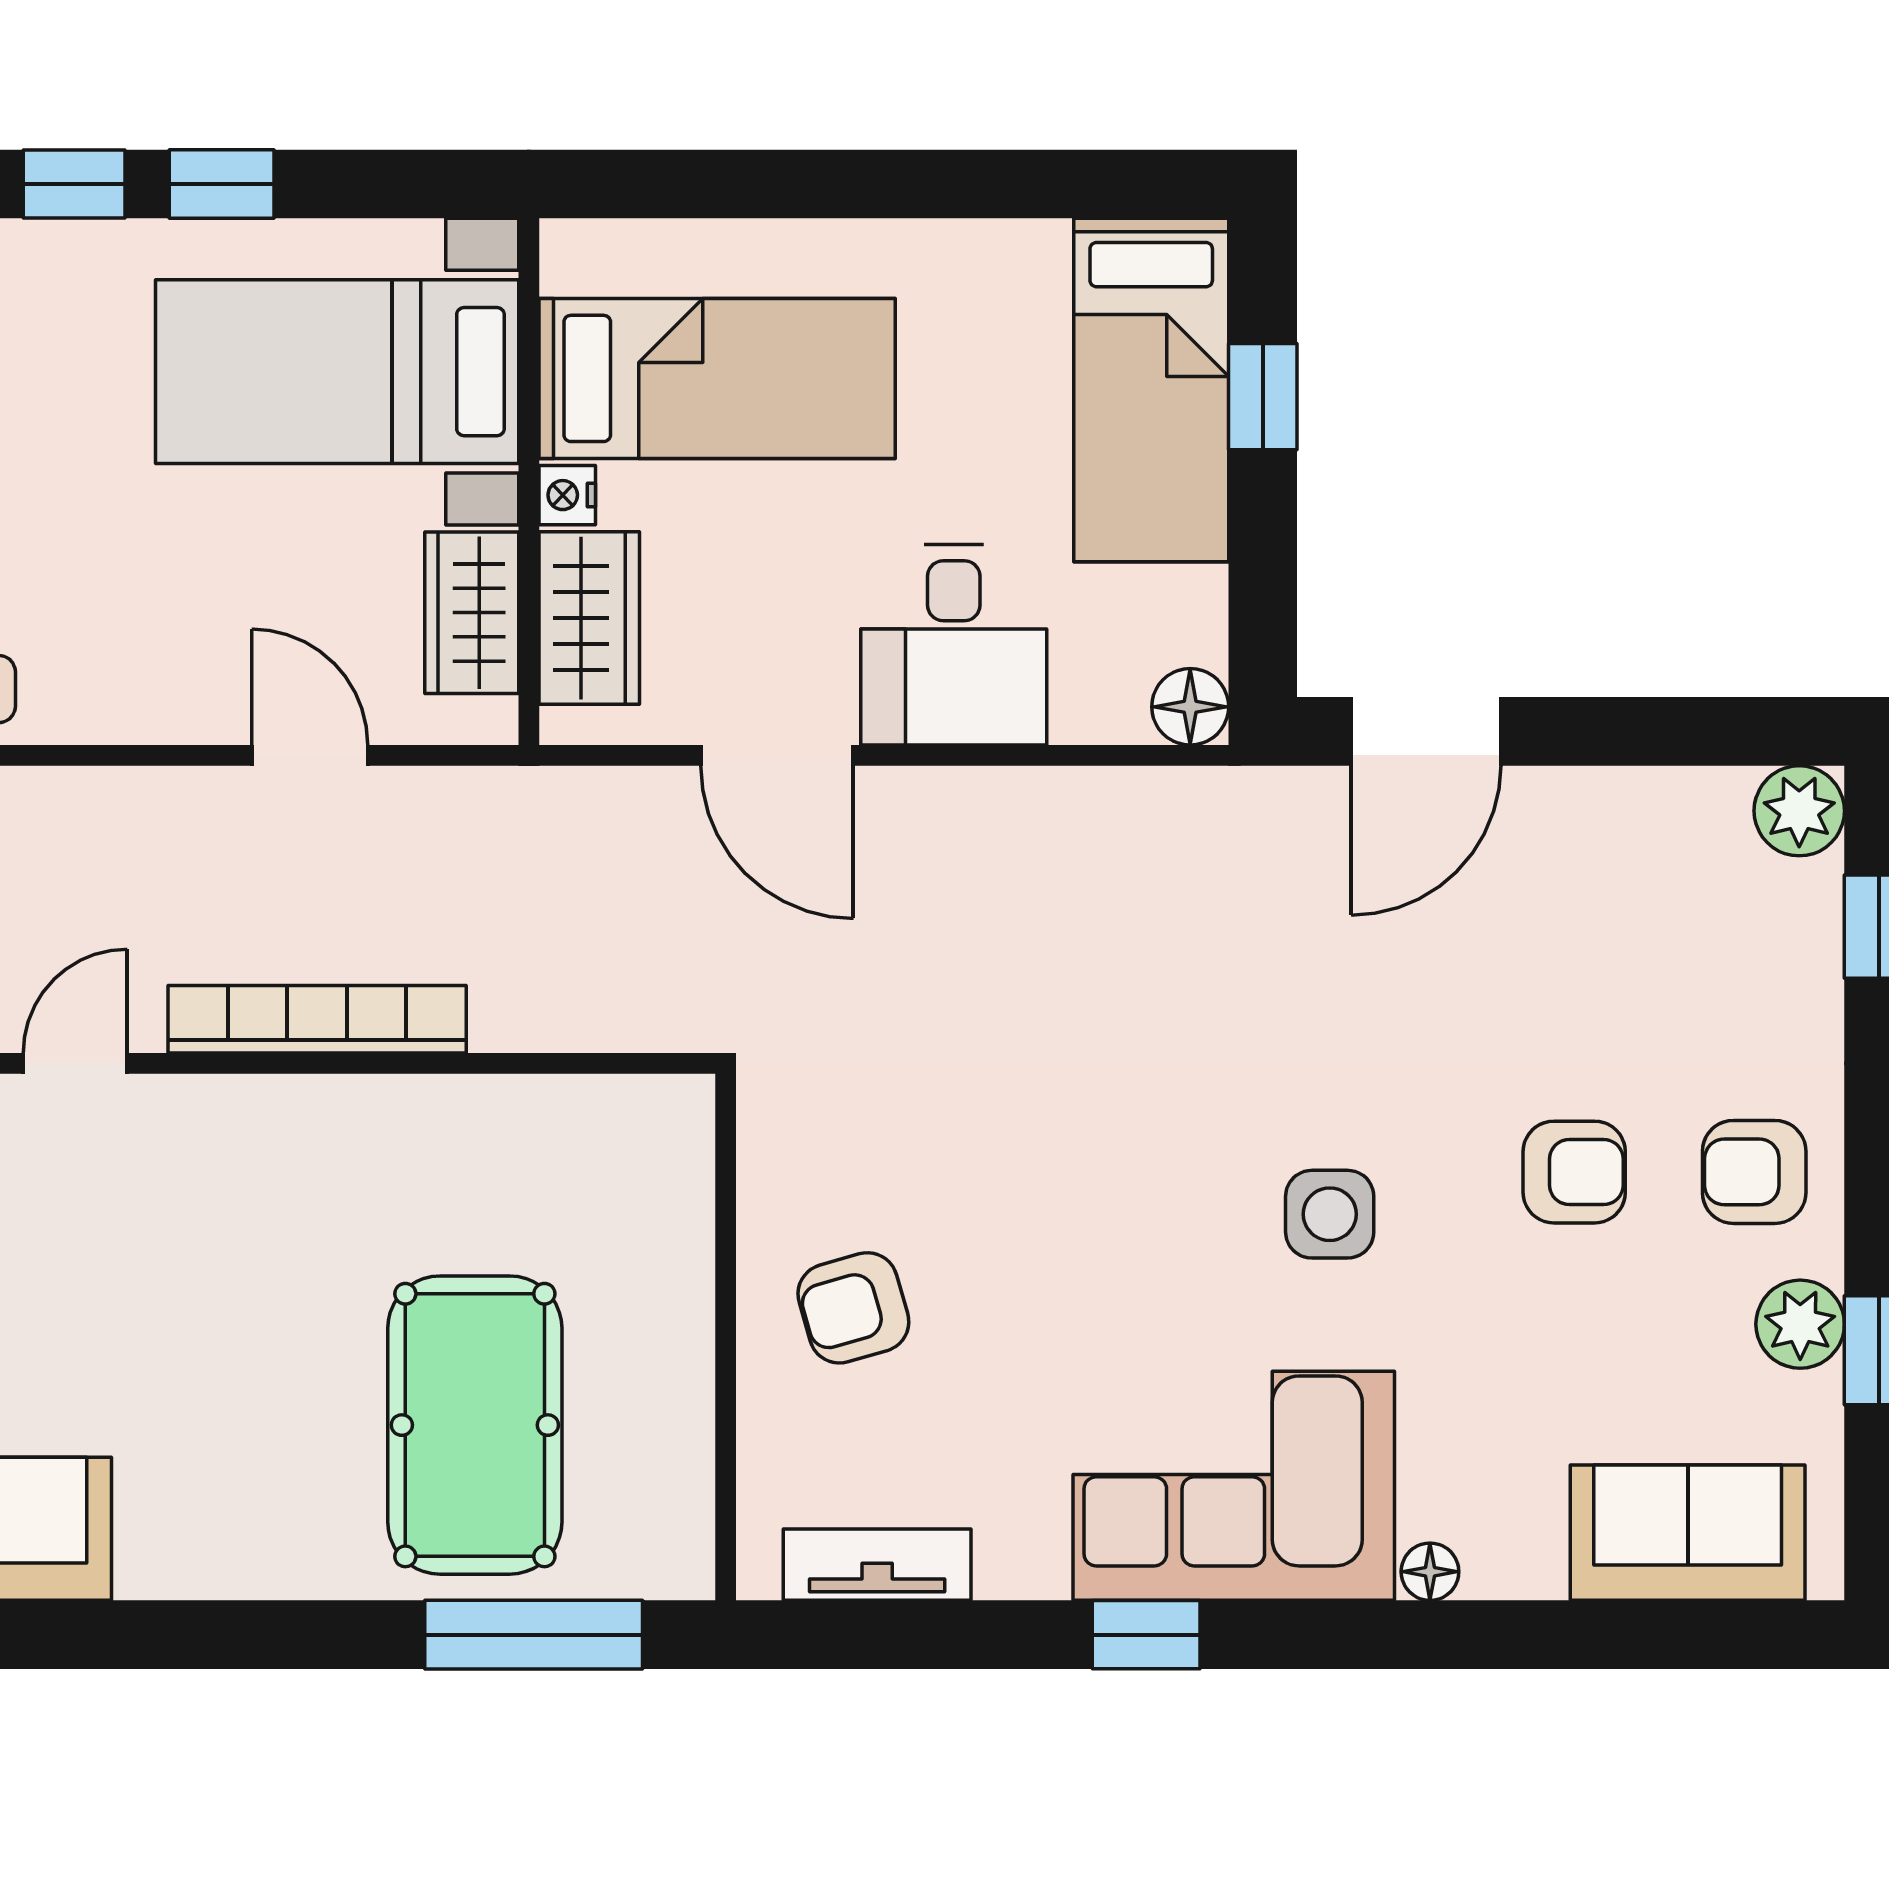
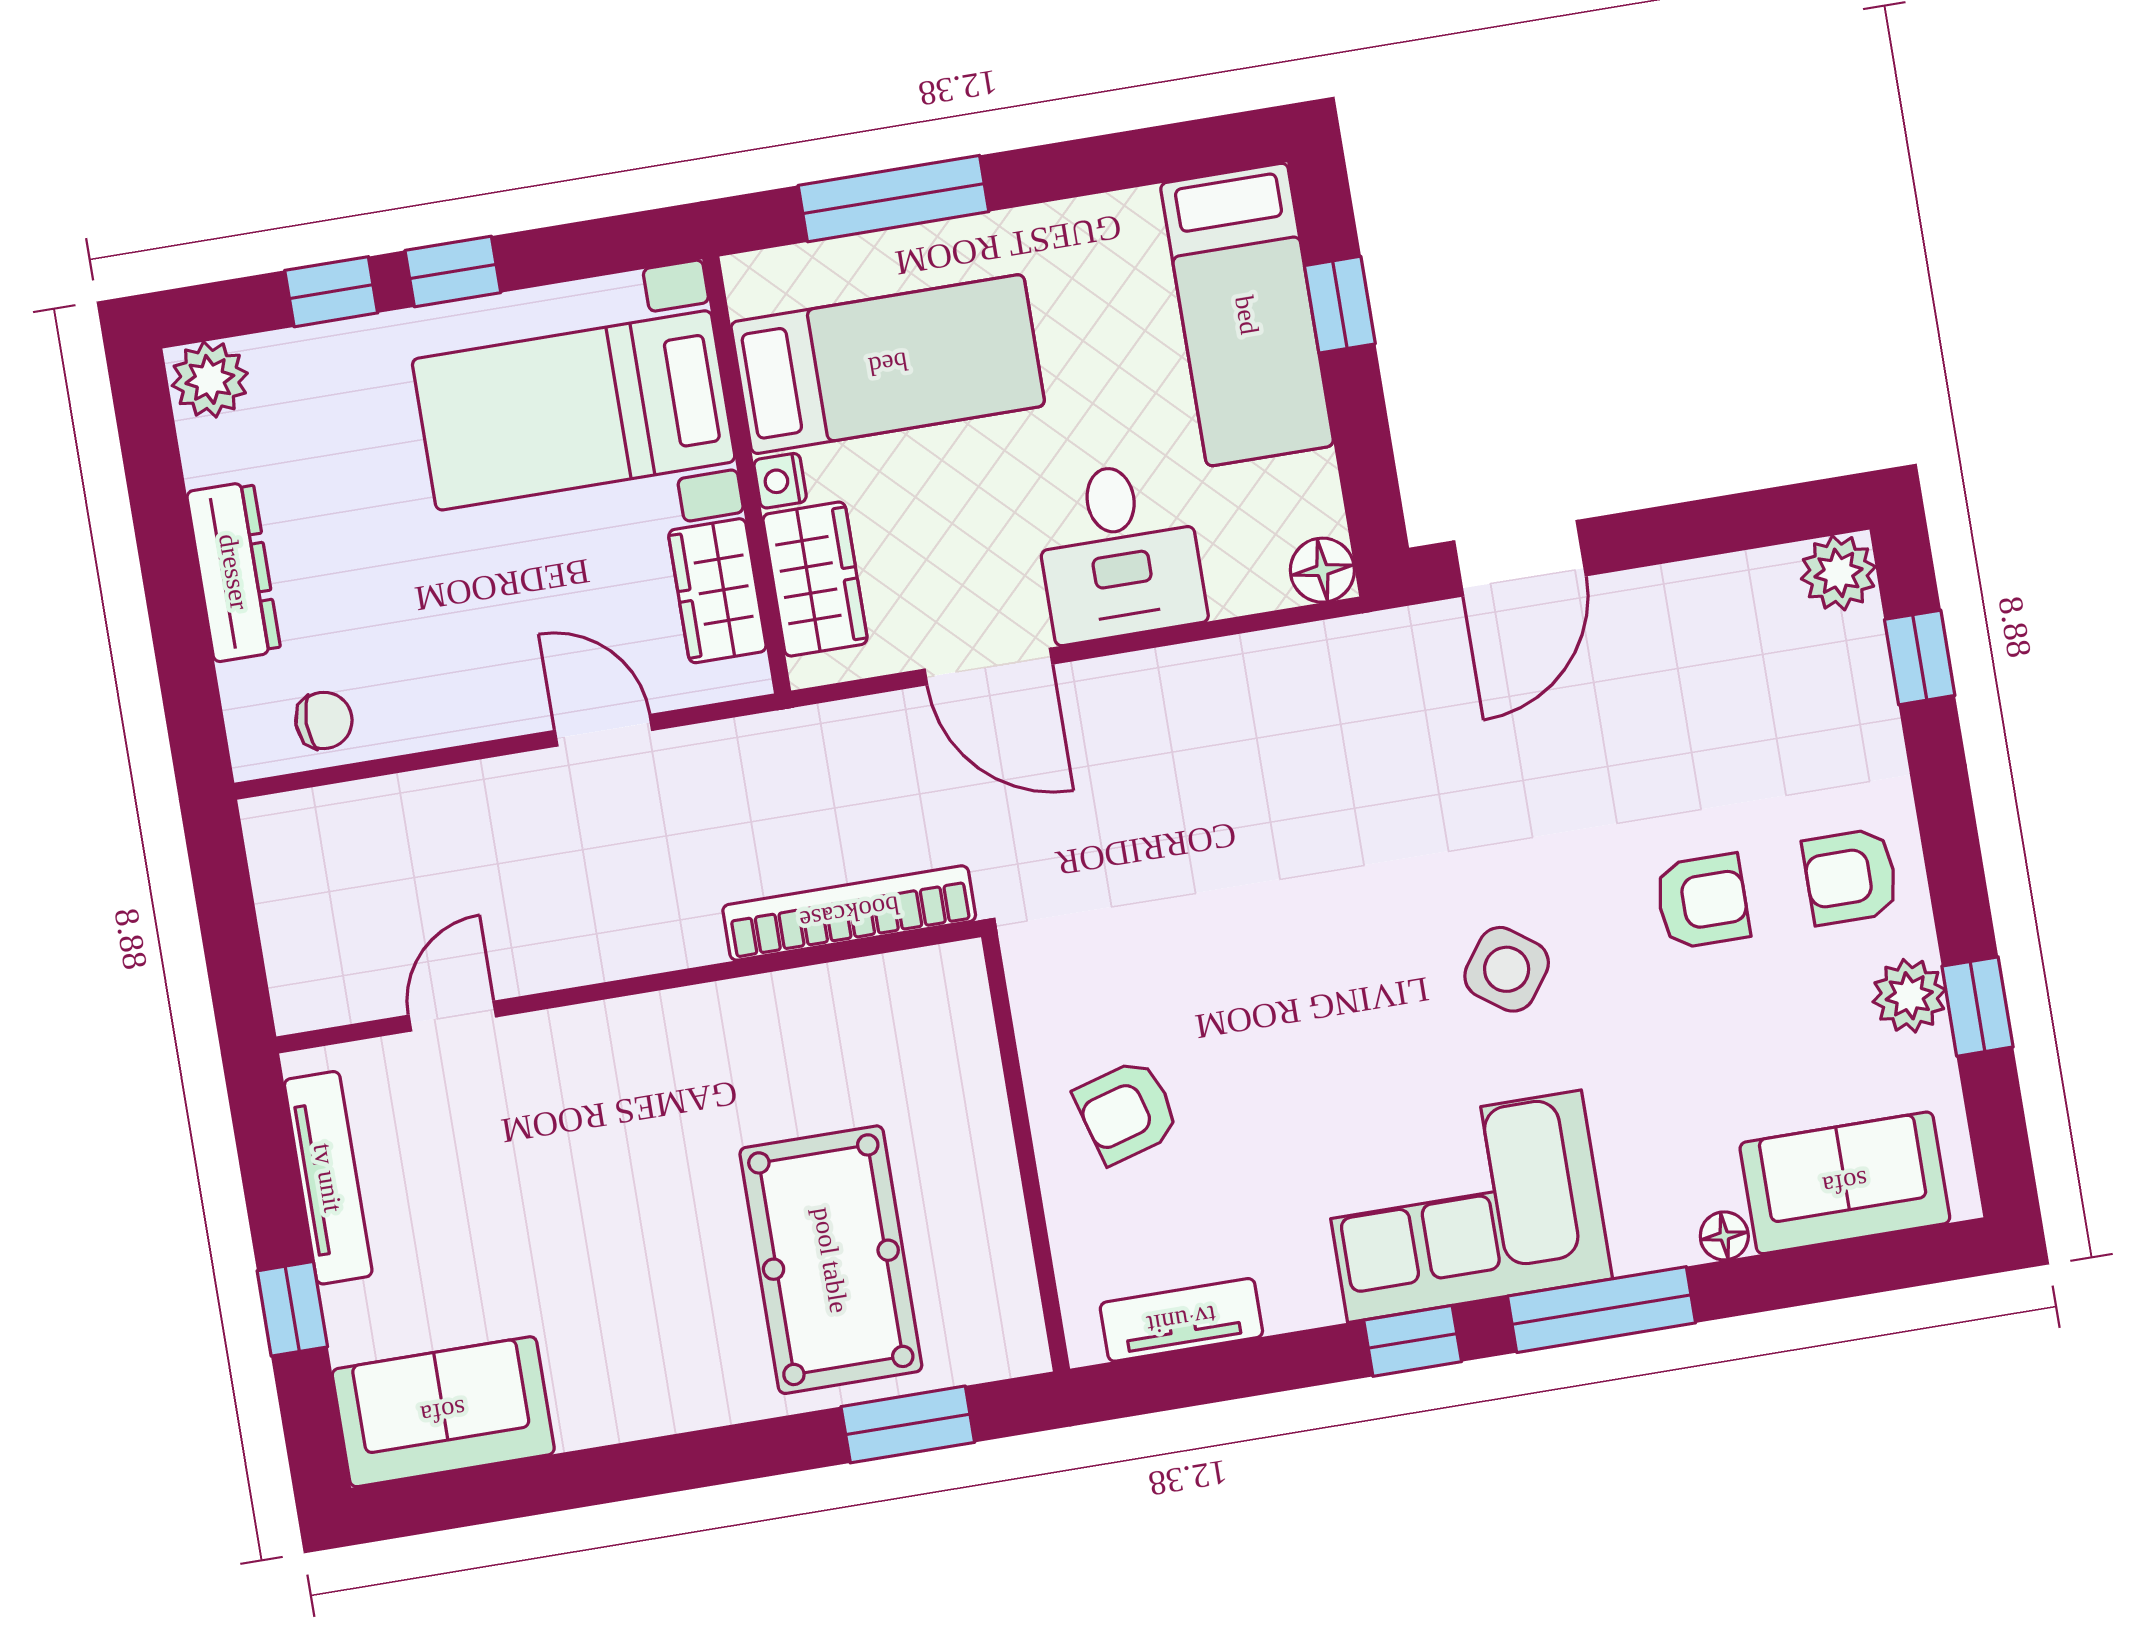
window: (756, 184) -> (893, 199), added
bookcase: (317, 1019) -> (849, 913), moved
side table: (1330, 1214) -> (1507, 969), turned 36
floor lamp: (1430, 1572) -> (1724, 1236), moved
window: (534, 1635) -> (908, 1424), width x0.69
window: (1375, 1635) -> (1601, 1310), added

